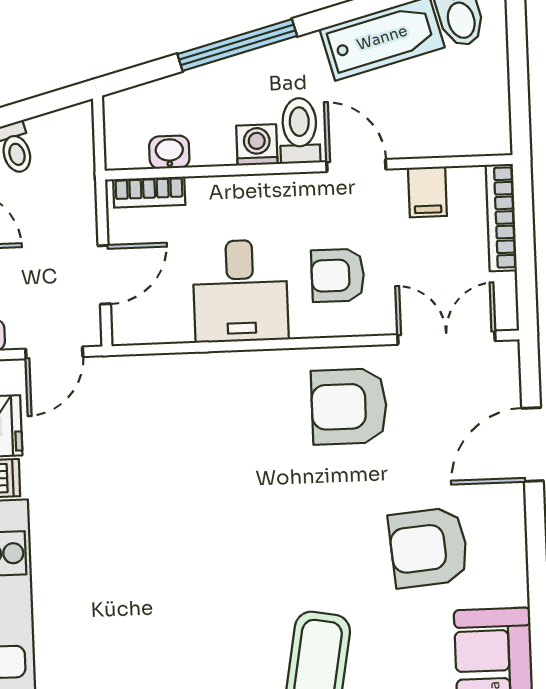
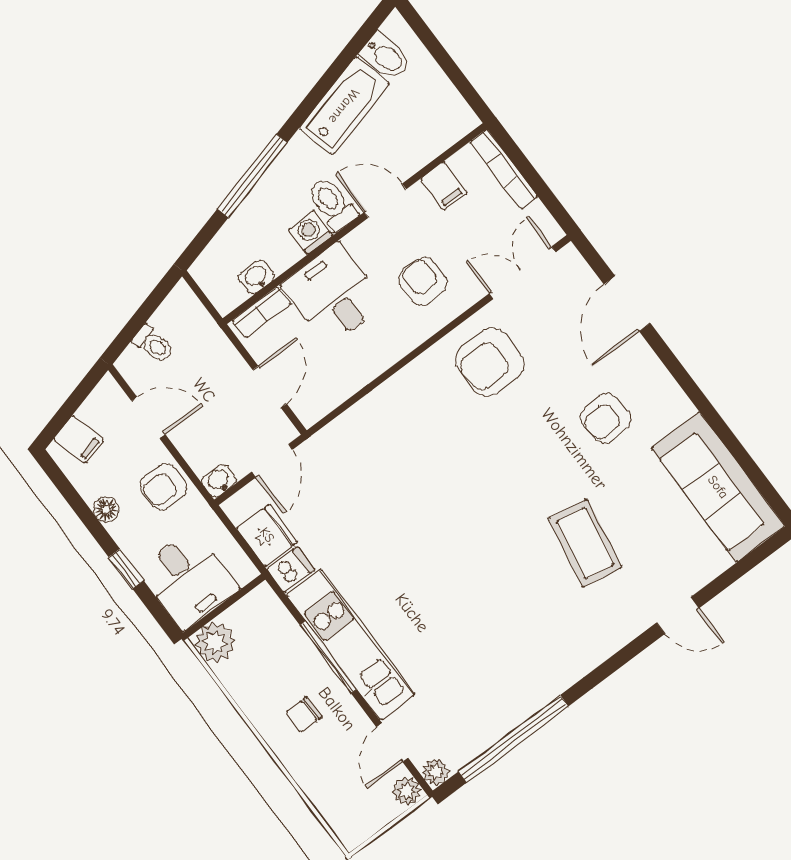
armchair: (338, 275) -> (423, 281), turned 90
desk: (240, 291) -> (333, 294), moved, turned 180
armchair: (429, 548) -> (606, 418), width x0.72, depth x0.72

